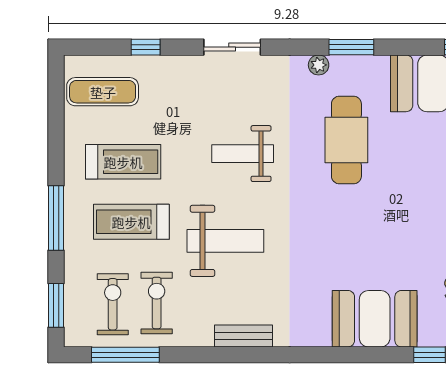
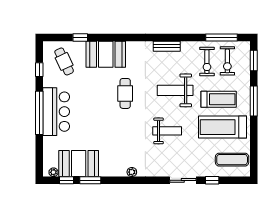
sliding door: (232, 47) -> (183, 180), moved
window: (351, 47) -> (90, 180), moved
cafe table: (346, 140) -> (125, 93), moved, width x0.73, depth x0.74
treadmill: (123, 162) -> (223, 127), width x1.37, depth x1.38

